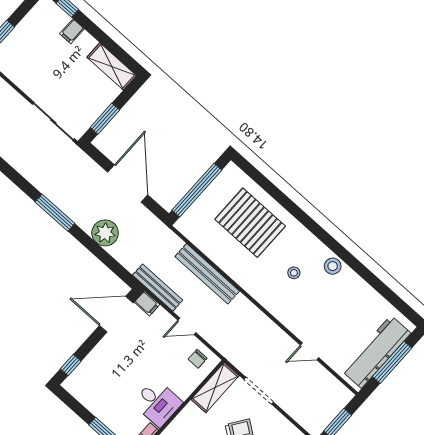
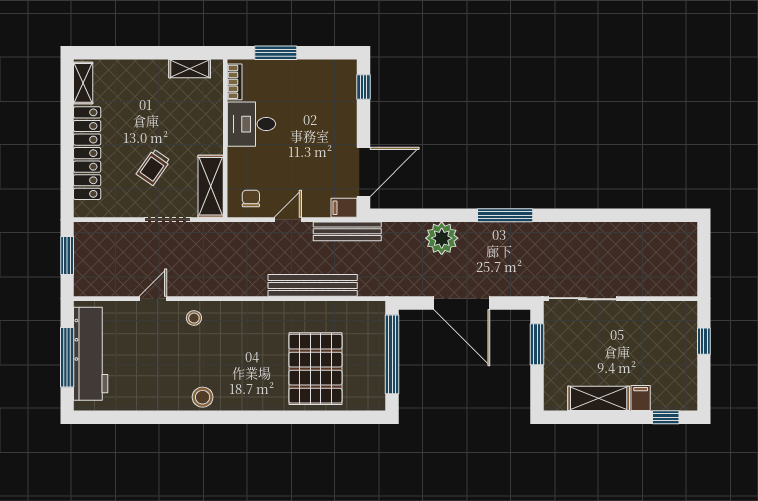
shelving: (112, 66) -> (599, 398), moved
pallet: (250, 223) -> (315, 369), turned 90
stool: (294, 273) -> (194, 318), moved

